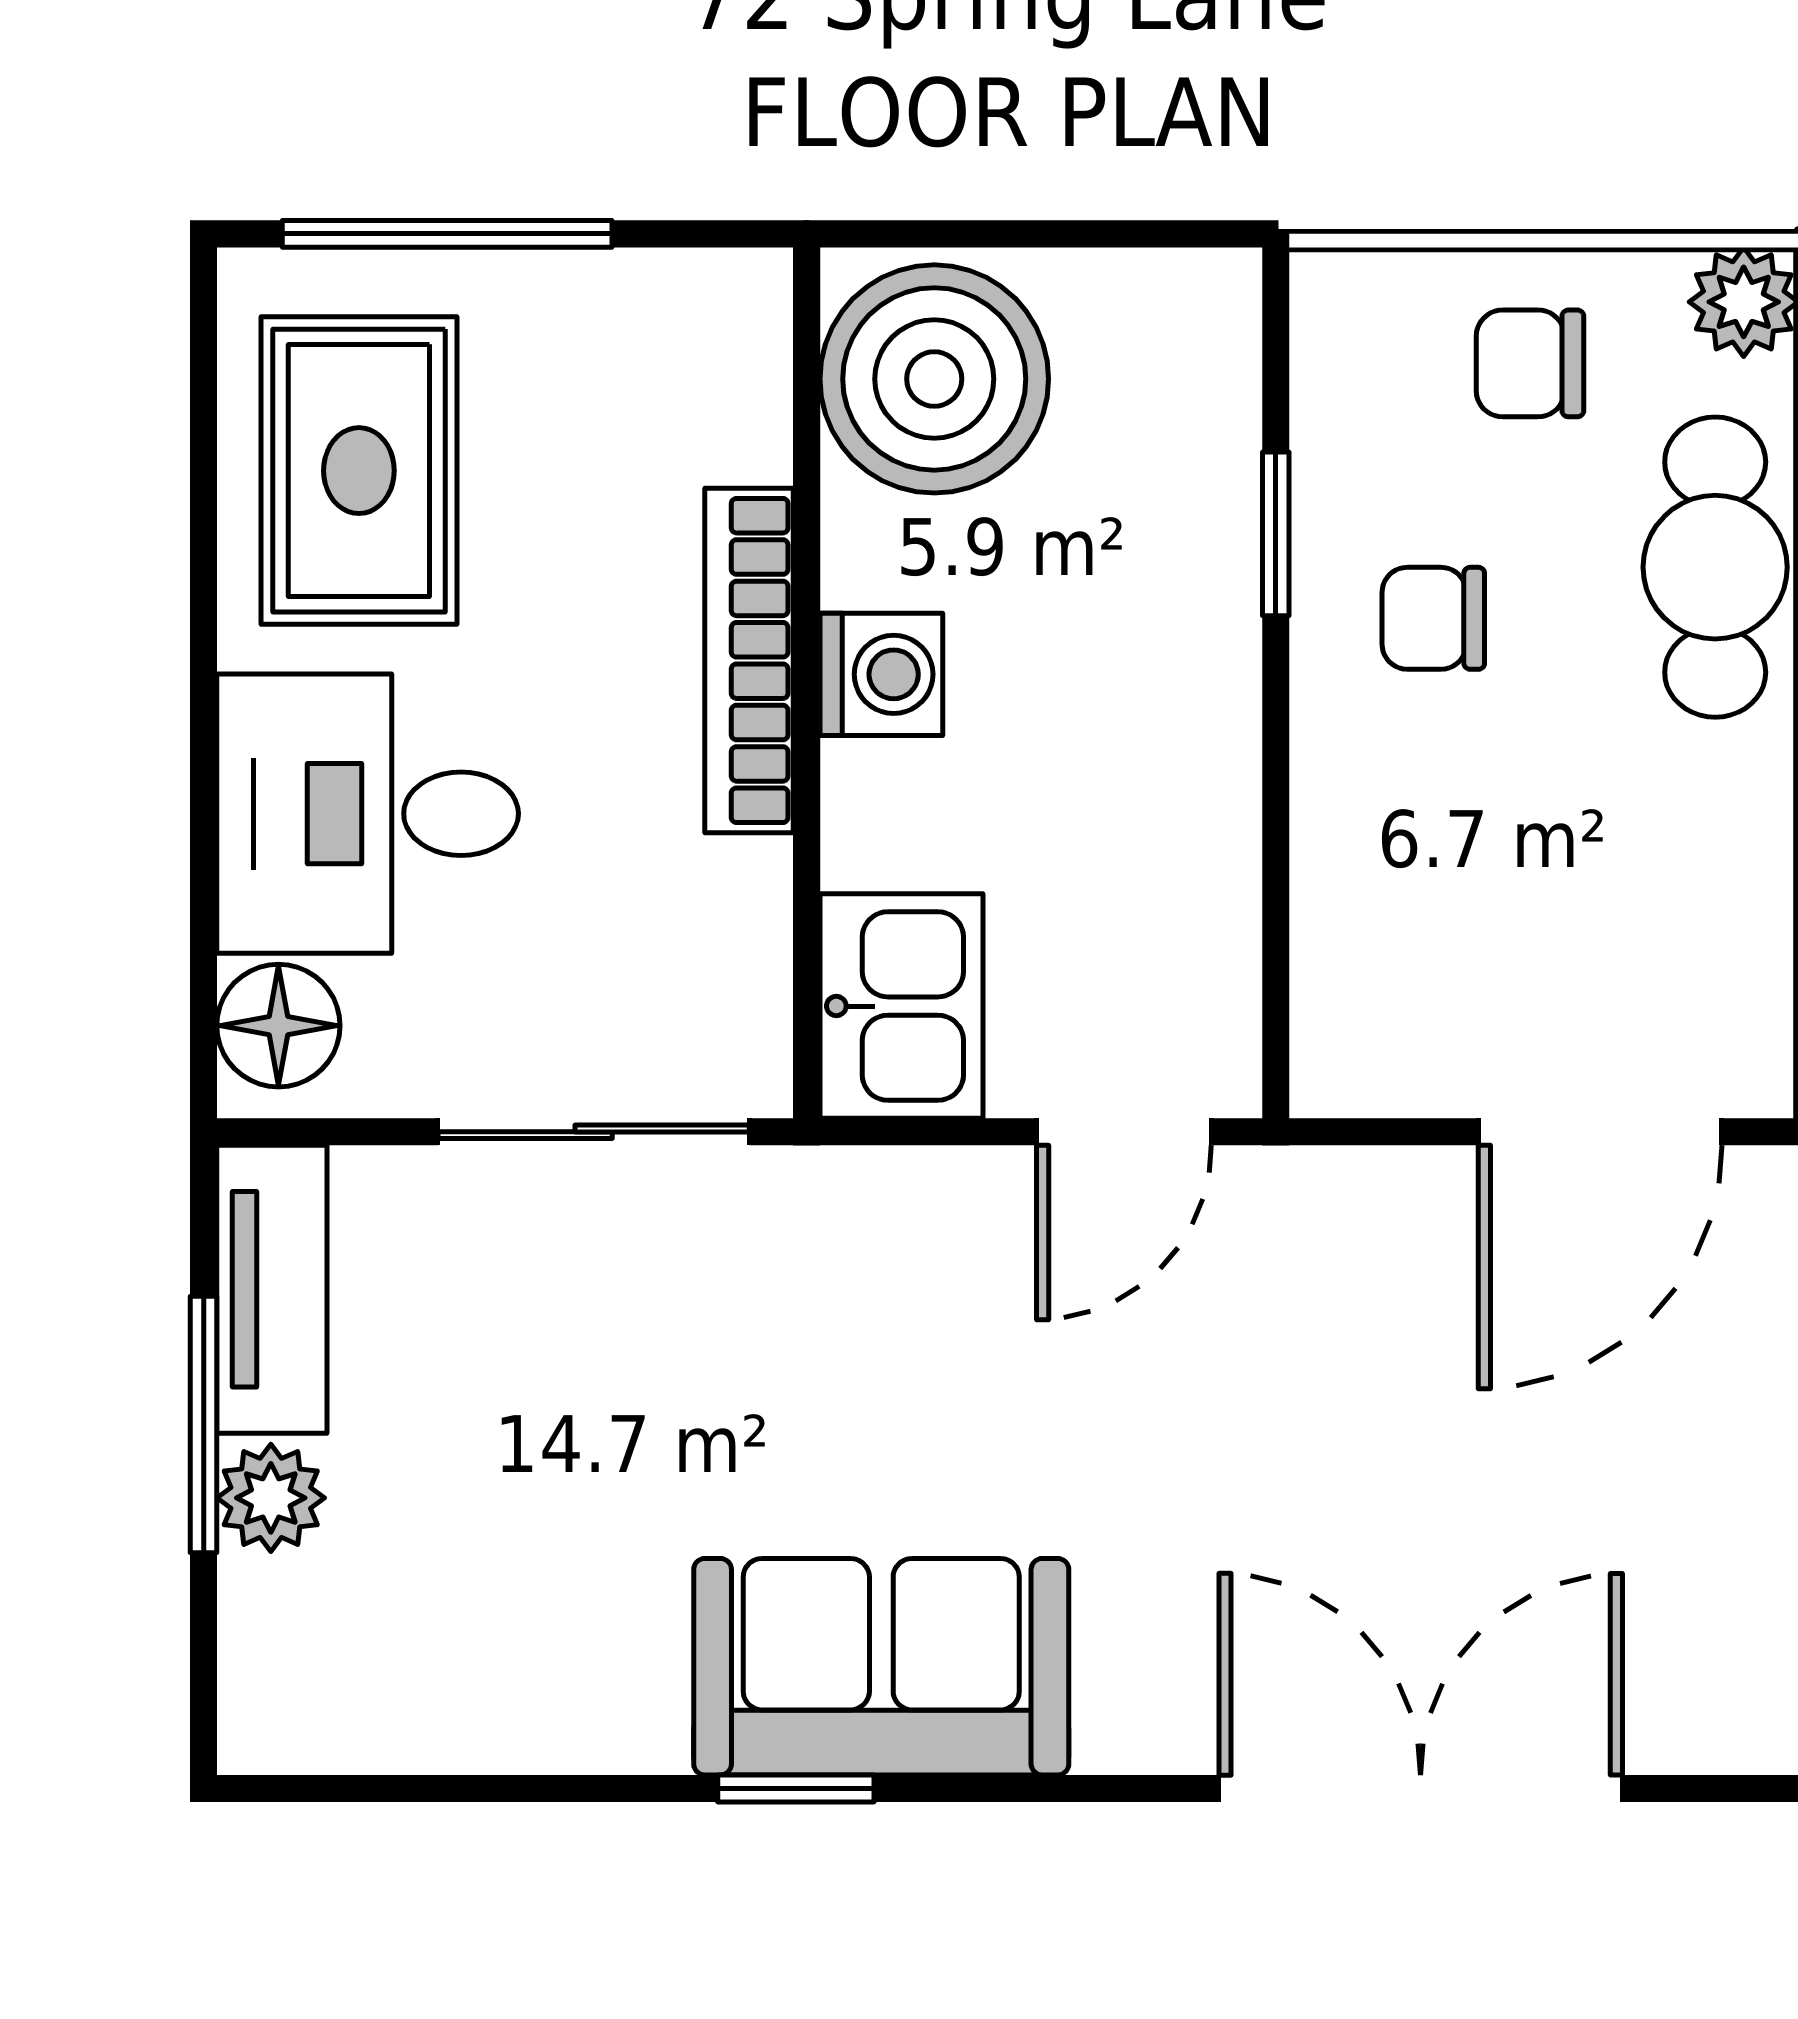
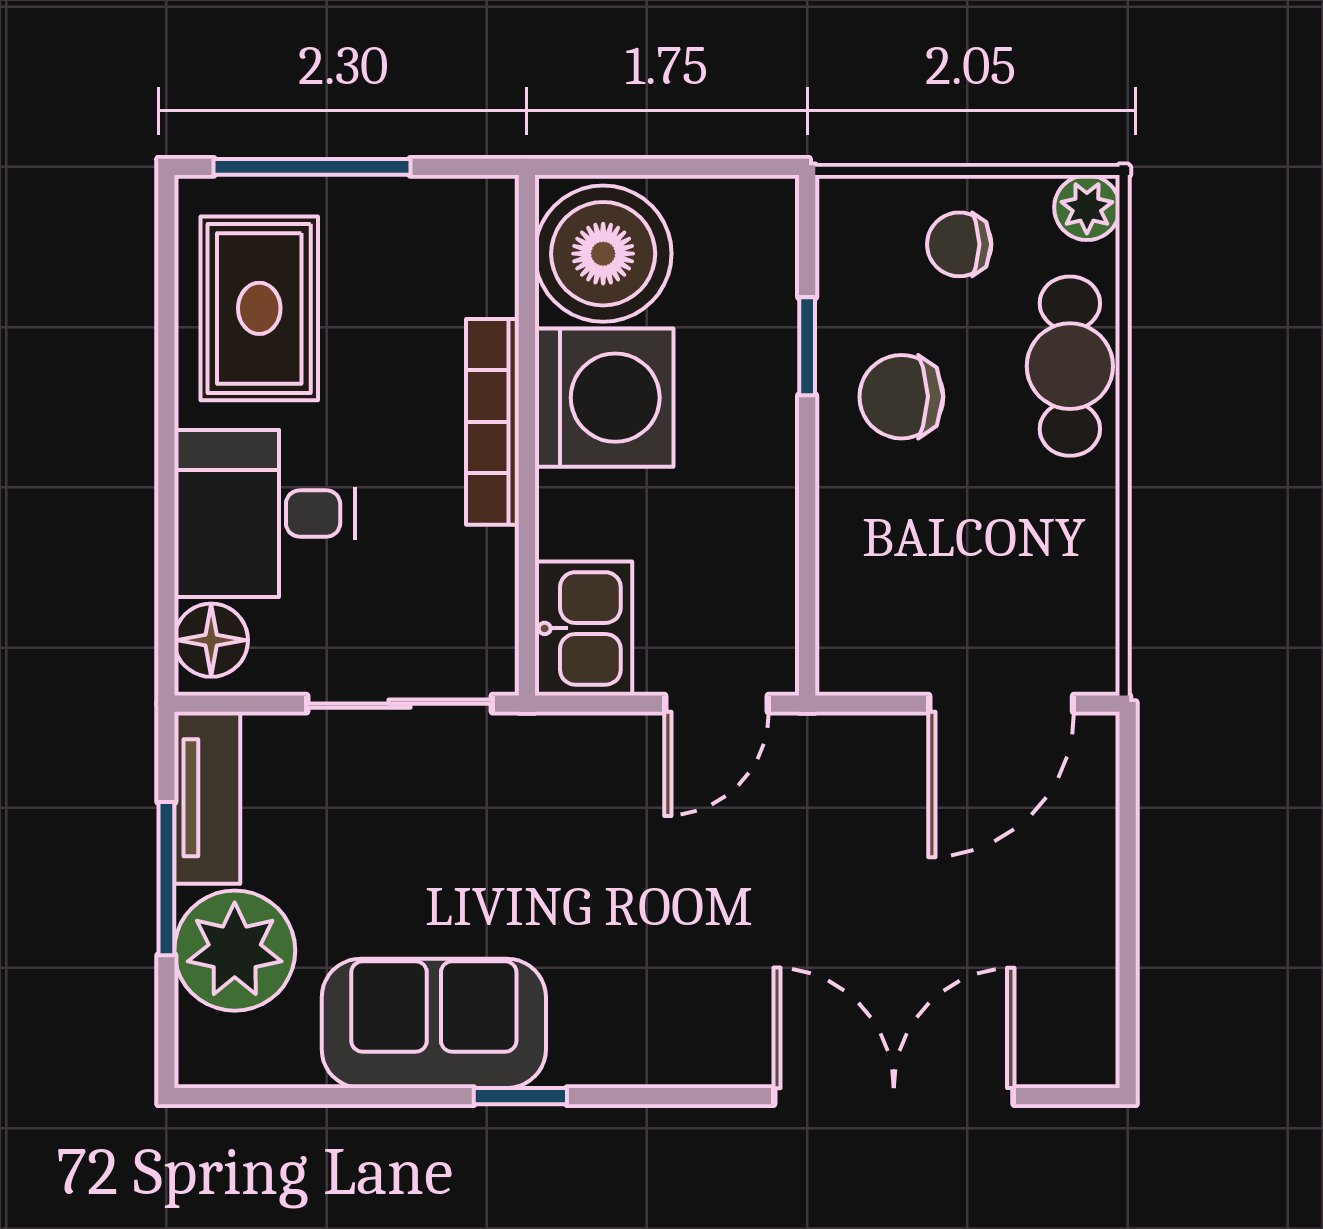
chair: (1433, 618) -> (901, 397), width x1.37, depth x1.37
washing machine: (881, 674) -> (604, 398), width x1.89, depth x1.89
plant: (271, 1498) -> (235, 951), width x1.87, depth x1.87
sofa: (881, 1667) -> (434, 1023), moved

